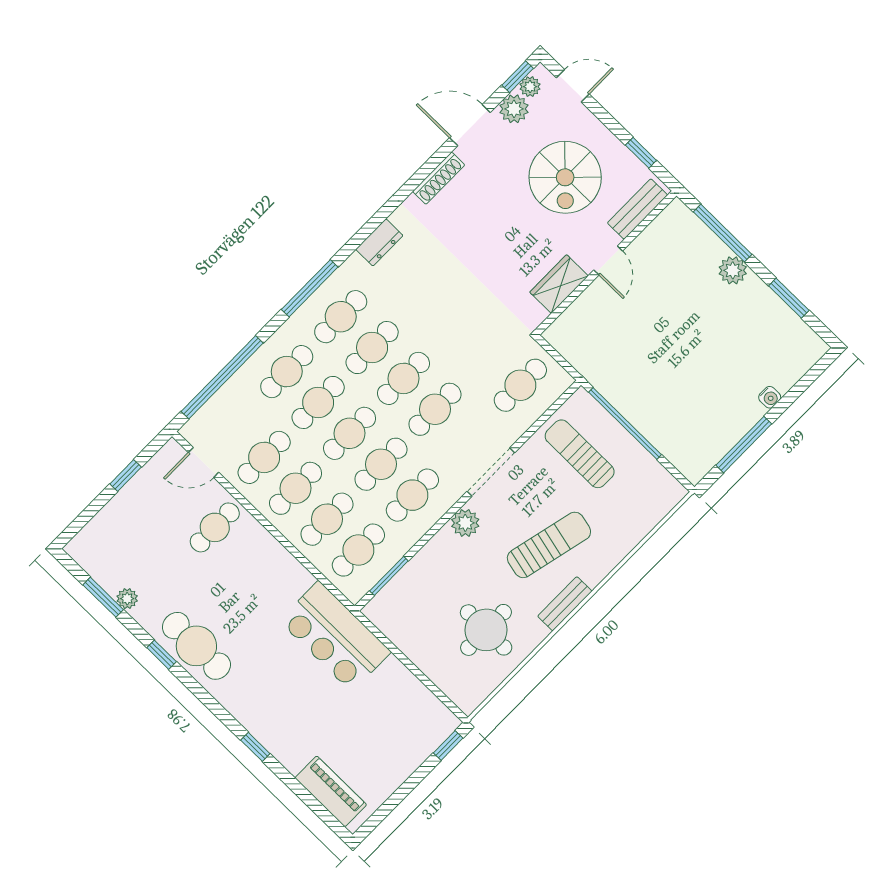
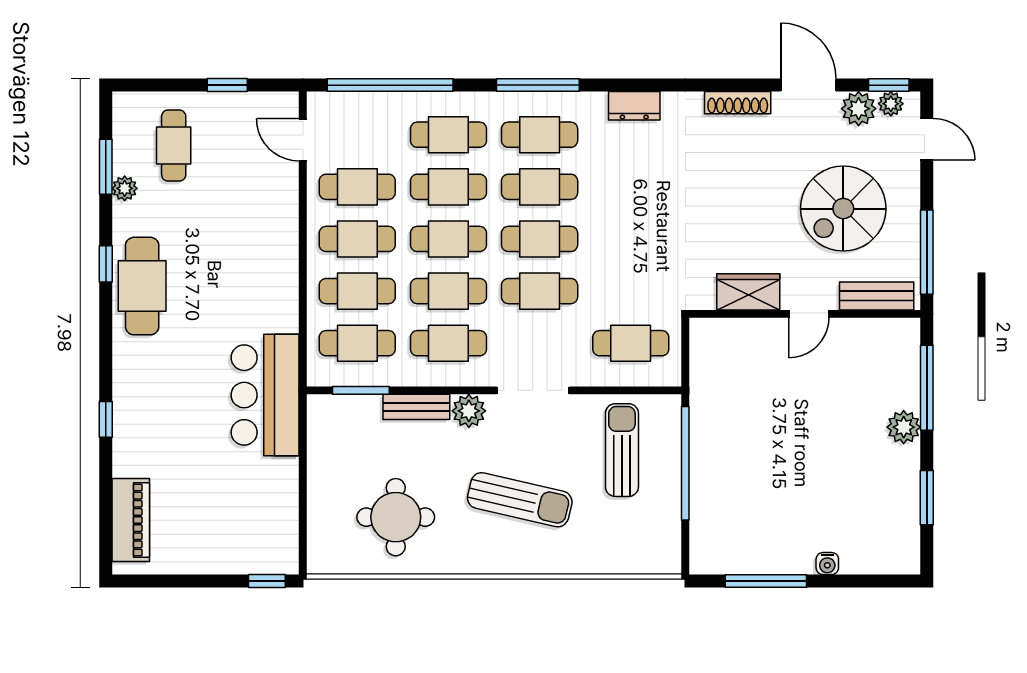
window: (641, 153) -> (927, 252), width x2.17
cafe table: (215, 527) -> (174, 146), moved, turned 90
bench: (565, 604) -> (416, 407), moved

